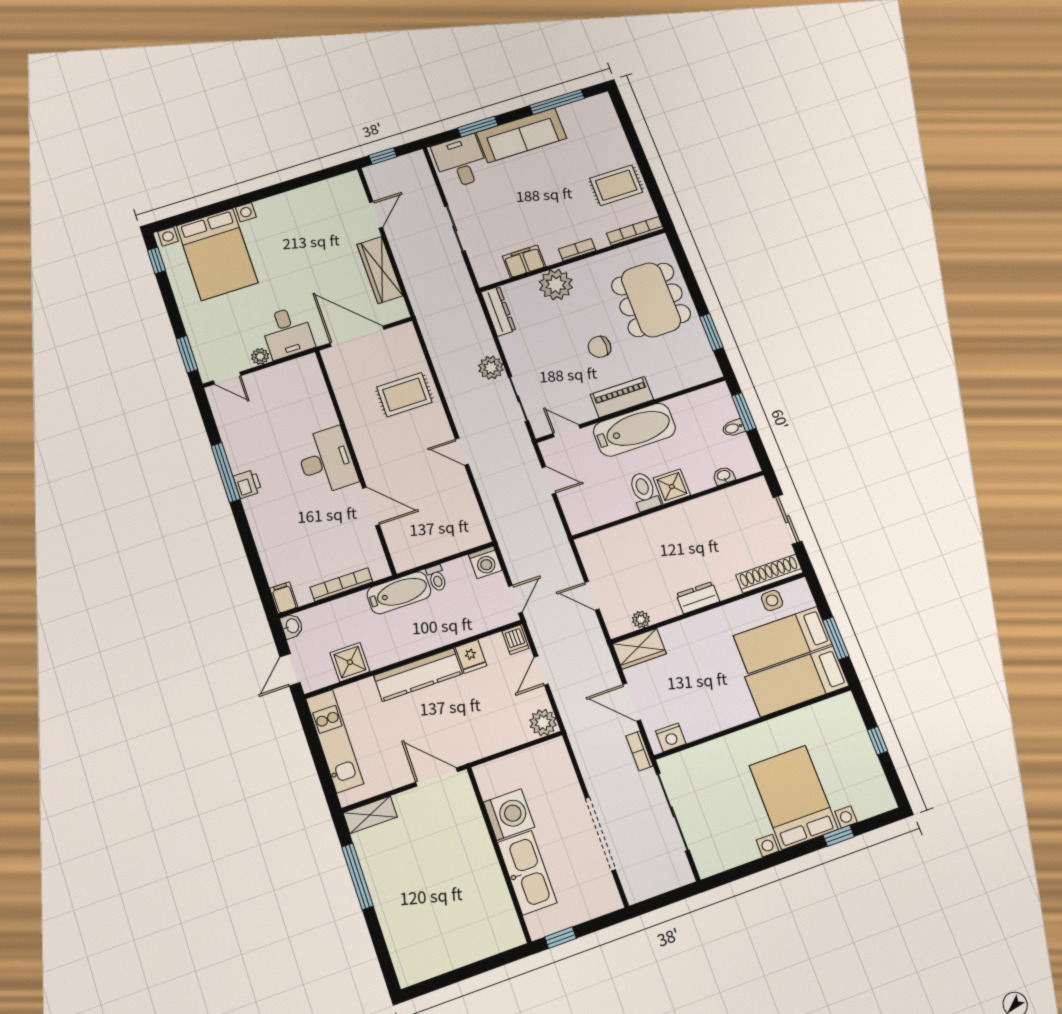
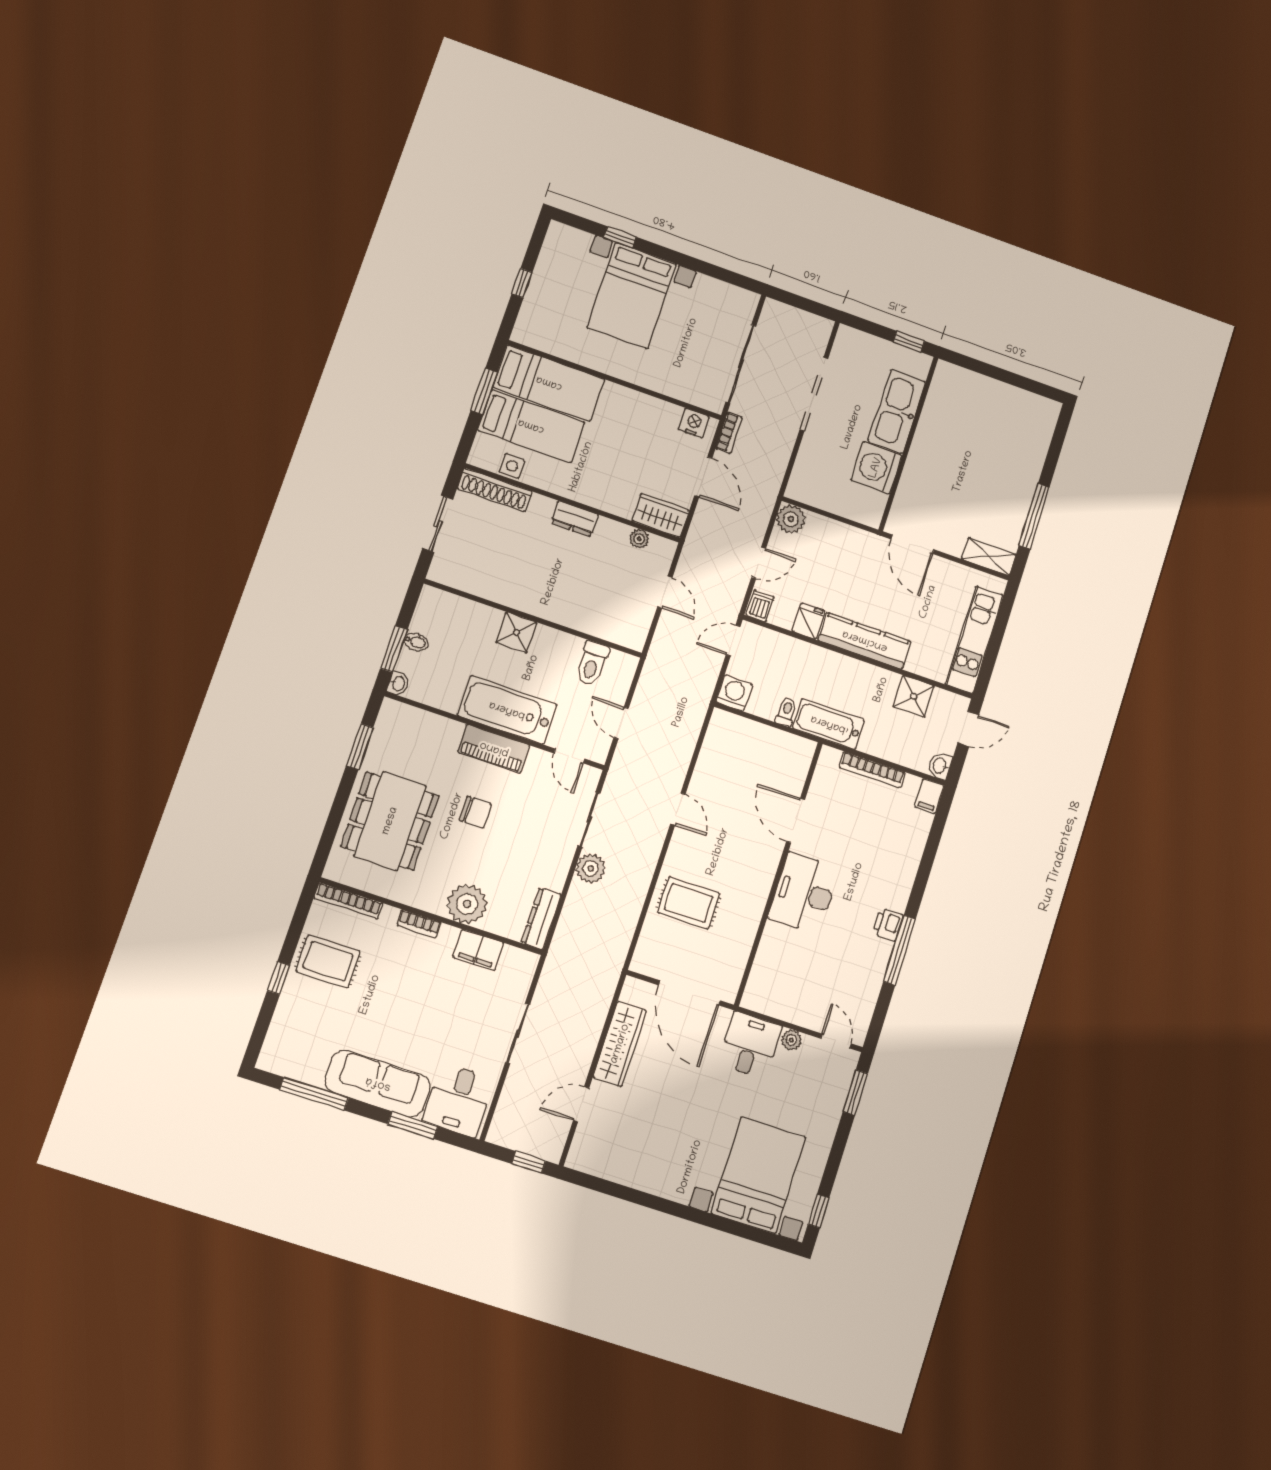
window: (639, 153) -> (279, 978), added
washbasin: (724, 476) -> (398, 684), moved, turned -90
toilet: (644, 491) -> (592, 664), moved

